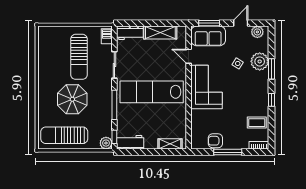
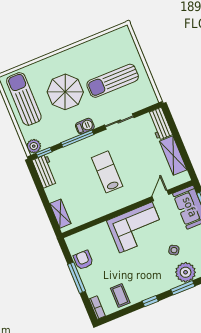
barbecue: (107, 36) -> (85, 126), moved
lab bench: (152, 92) -> (107, 172), width x0.54, depth x0.72

